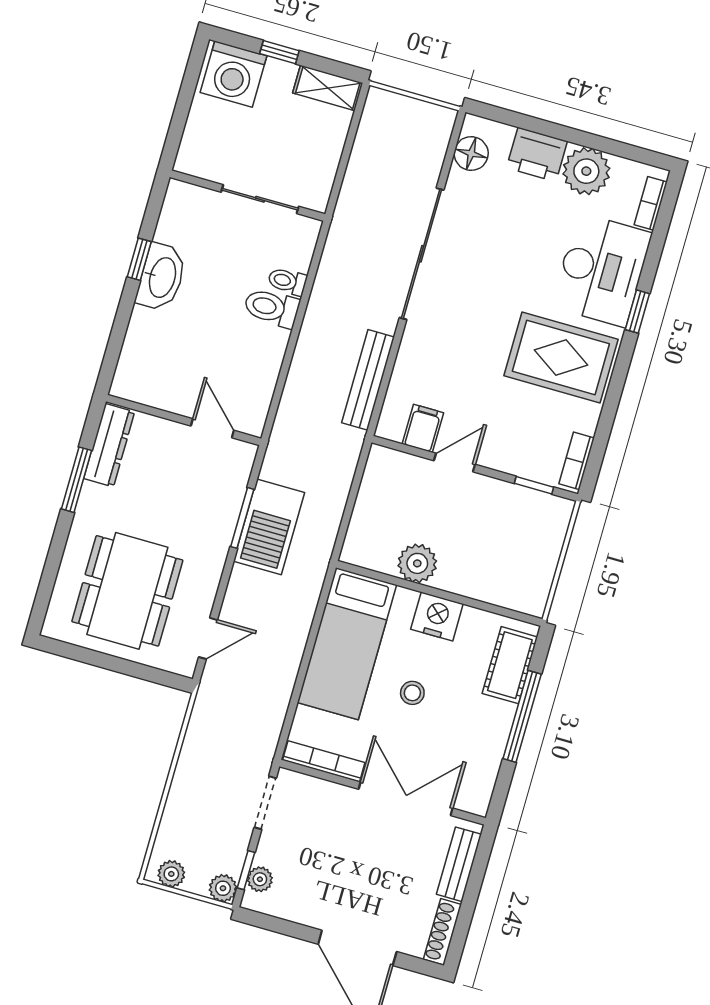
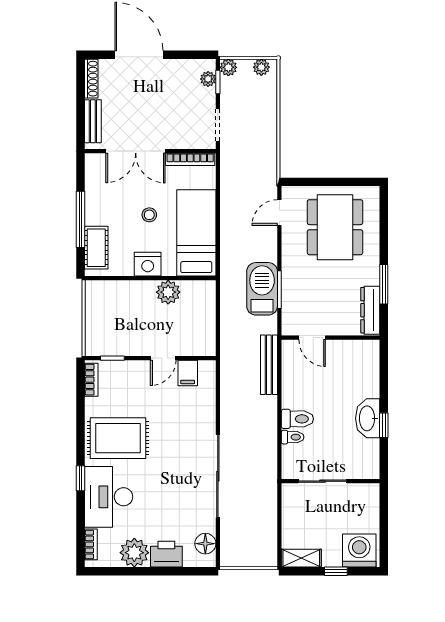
bench: (368, 380) -> (269, 365), moved

